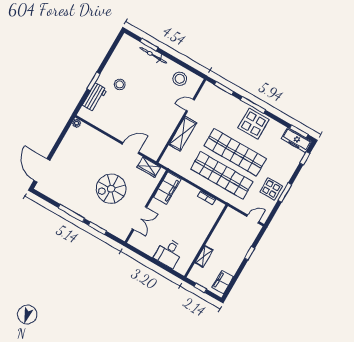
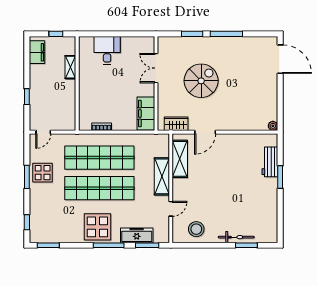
stool: (120, 85) -> (252, 189), removed
shelving: (161, 139) -> (180, 159), added
freezer: (296, 140) -> (137, 235), moved

